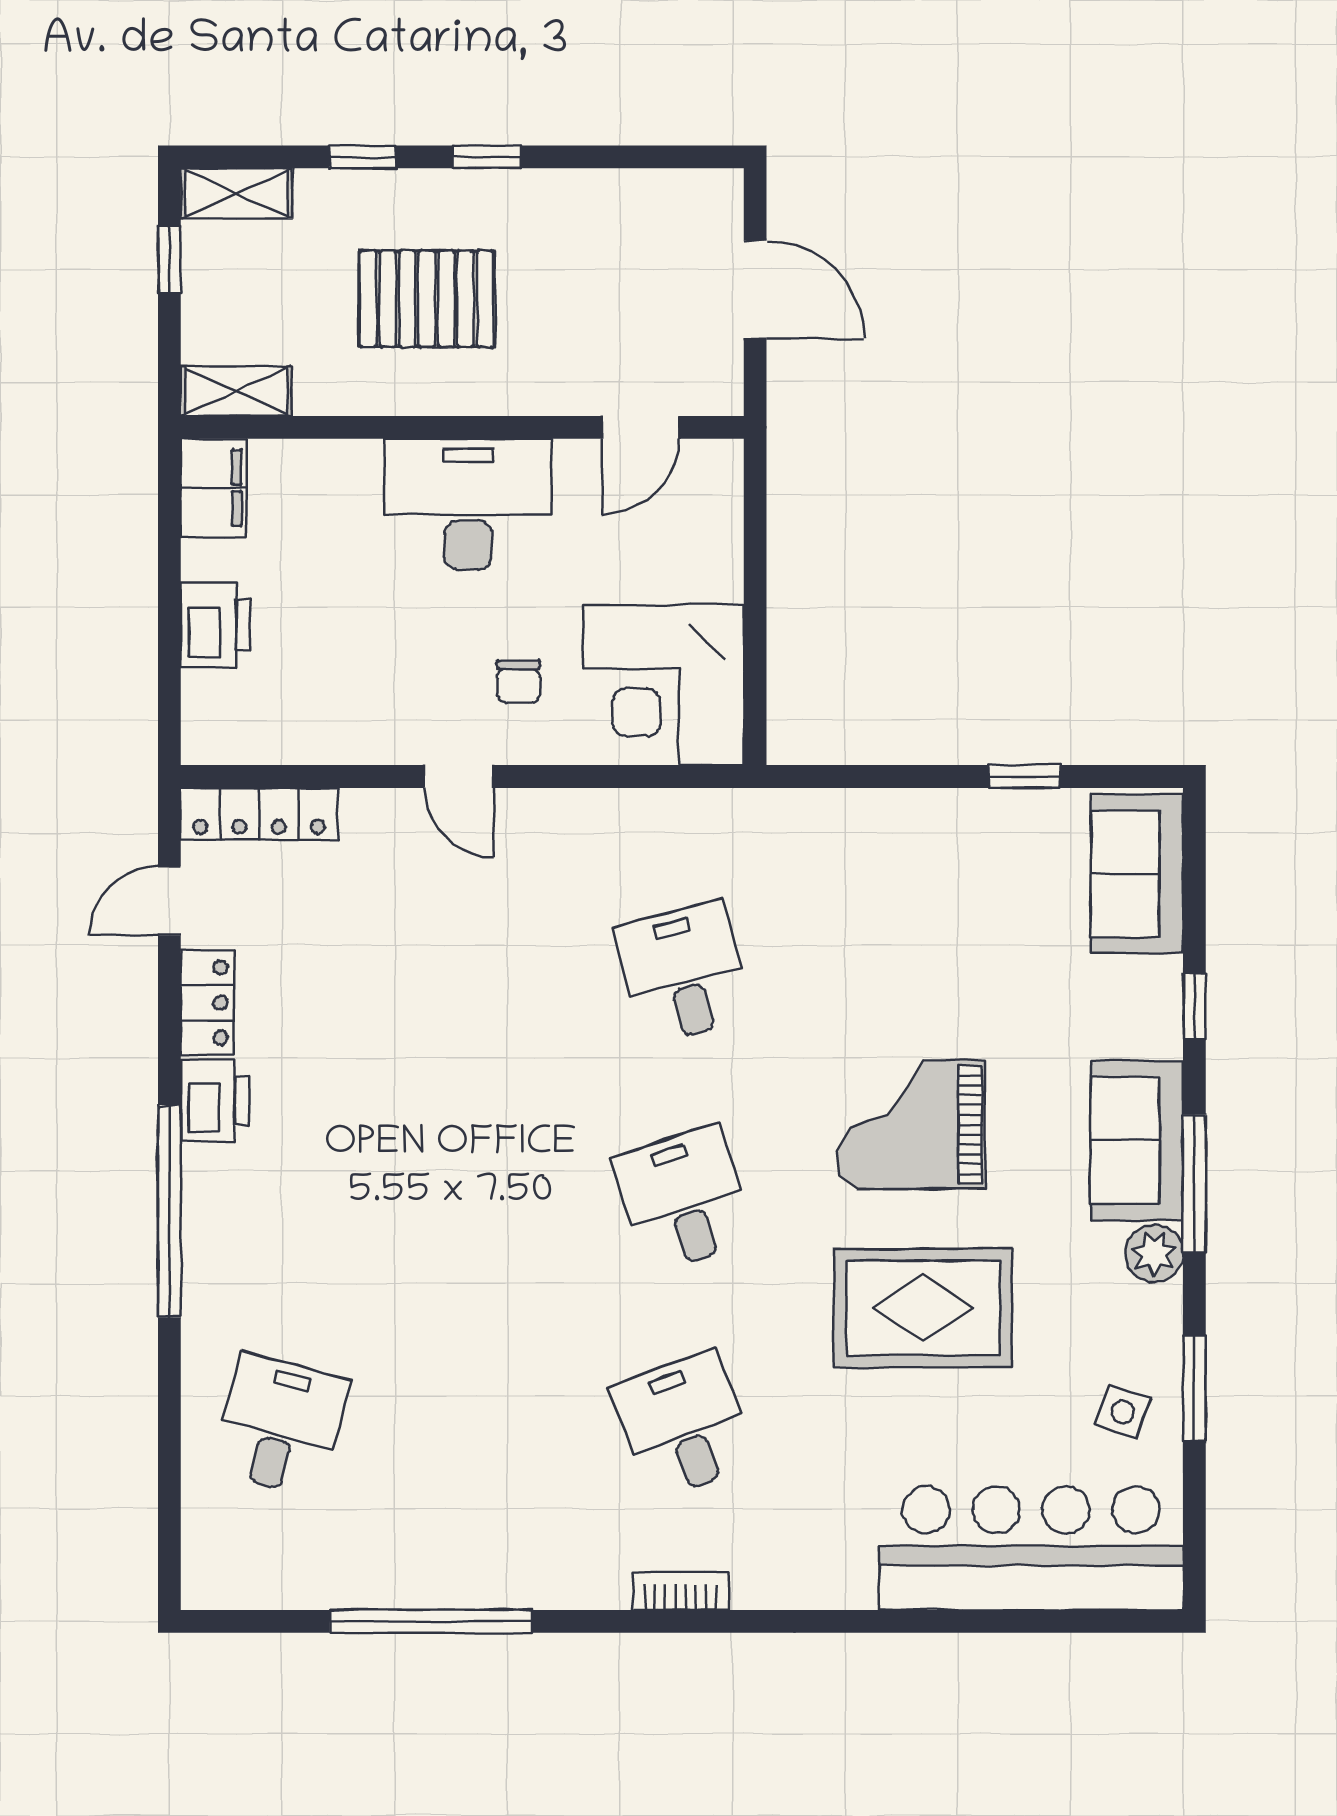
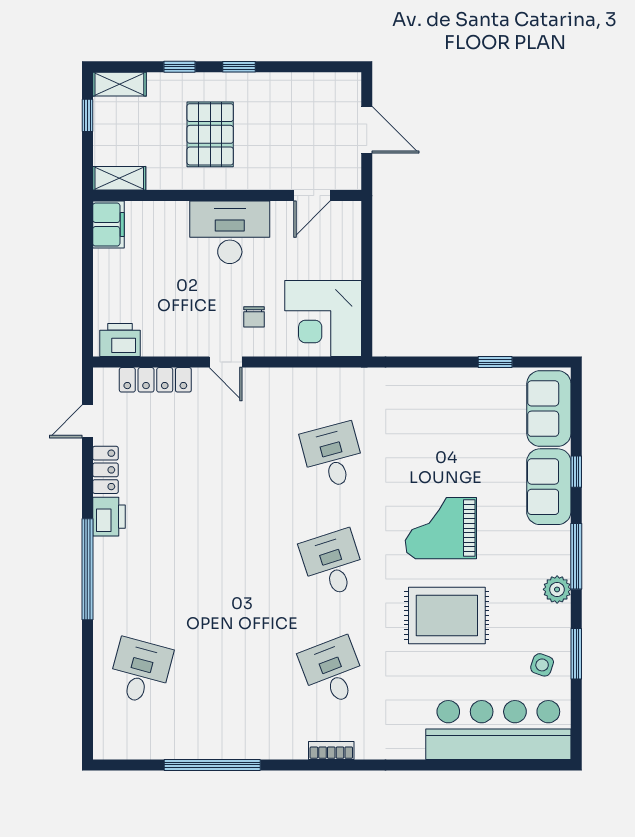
pallet: (427, 299) -> (210, 134), turned 90
printer: (216, 625) -> (120, 340), moved, turned -90
locker: (259, 814) -> (155, 380), moved
sofa: (1137, 1140) -> (549, 487), moved

